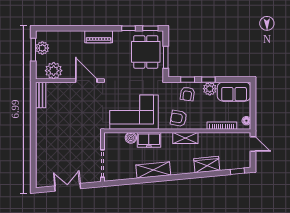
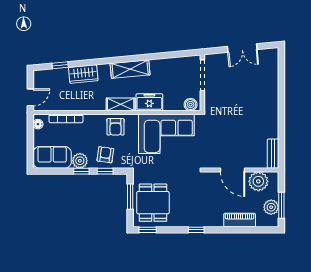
window: (128, 28) -> (196, 230), moved
piano: (99, 37) -> (240, 220), moved
door: (86, 81) -> (233, 170), moved
armchair: (179, 118) -> (115, 127), turned 80
boiler: (131, 138) -> (191, 105), moved
shelving: (185, 138) -> (121, 104), moved
door: (253, 144) -> (30, 97), swing flipped
shelving: (153, 170) -> (130, 69), moved
window: (237, 171) -> (60, 65), moved

